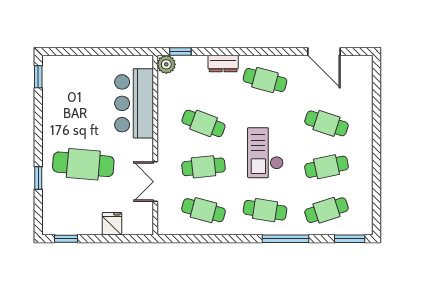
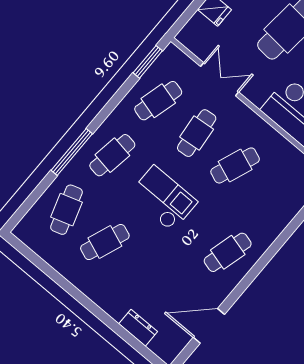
dresser: (223, 64) -> (138, 328), moved, turned 90
cafe table: (326, 123) -> (143, 274), removed
cafe table: (326, 167) -> (105, 242), turned 33
window: (350, 239) -> (148, 62), moved

